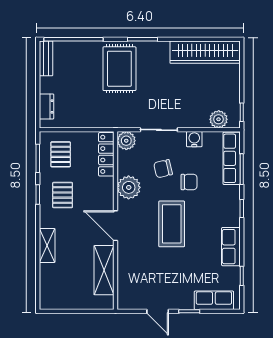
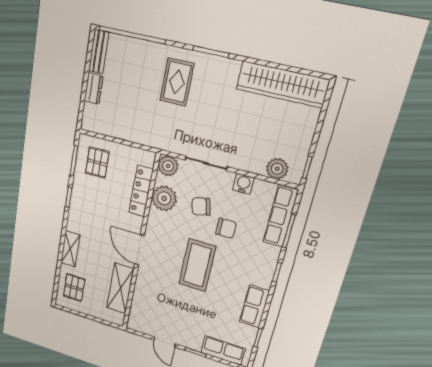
rug: (119, 69) -> (177, 82), width x0.73, depth x0.70
dresser: (46, 106) -> (94, 88), moved
locker: (106, 154) -> (141, 191), moved
plant: (129, 187) -> (164, 198), moved
pallet: (63, 195) -> (74, 288), moved

